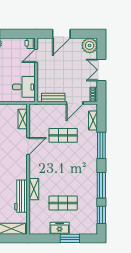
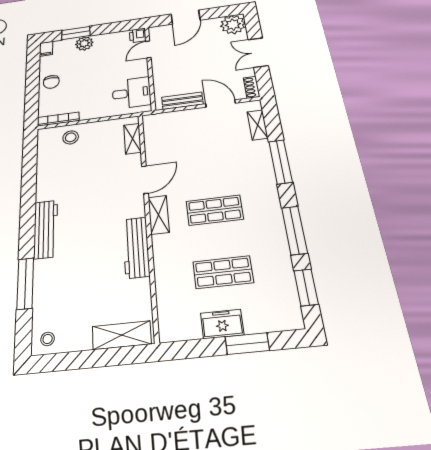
door: (75, 103) -> (221, 104), swing flipped
shop shelf: (63, 135) -> (215, 210), moved
shelving: (34, 189) -> (159, 215), moved
workbench: (21, 196) -> (136, 247), moved

